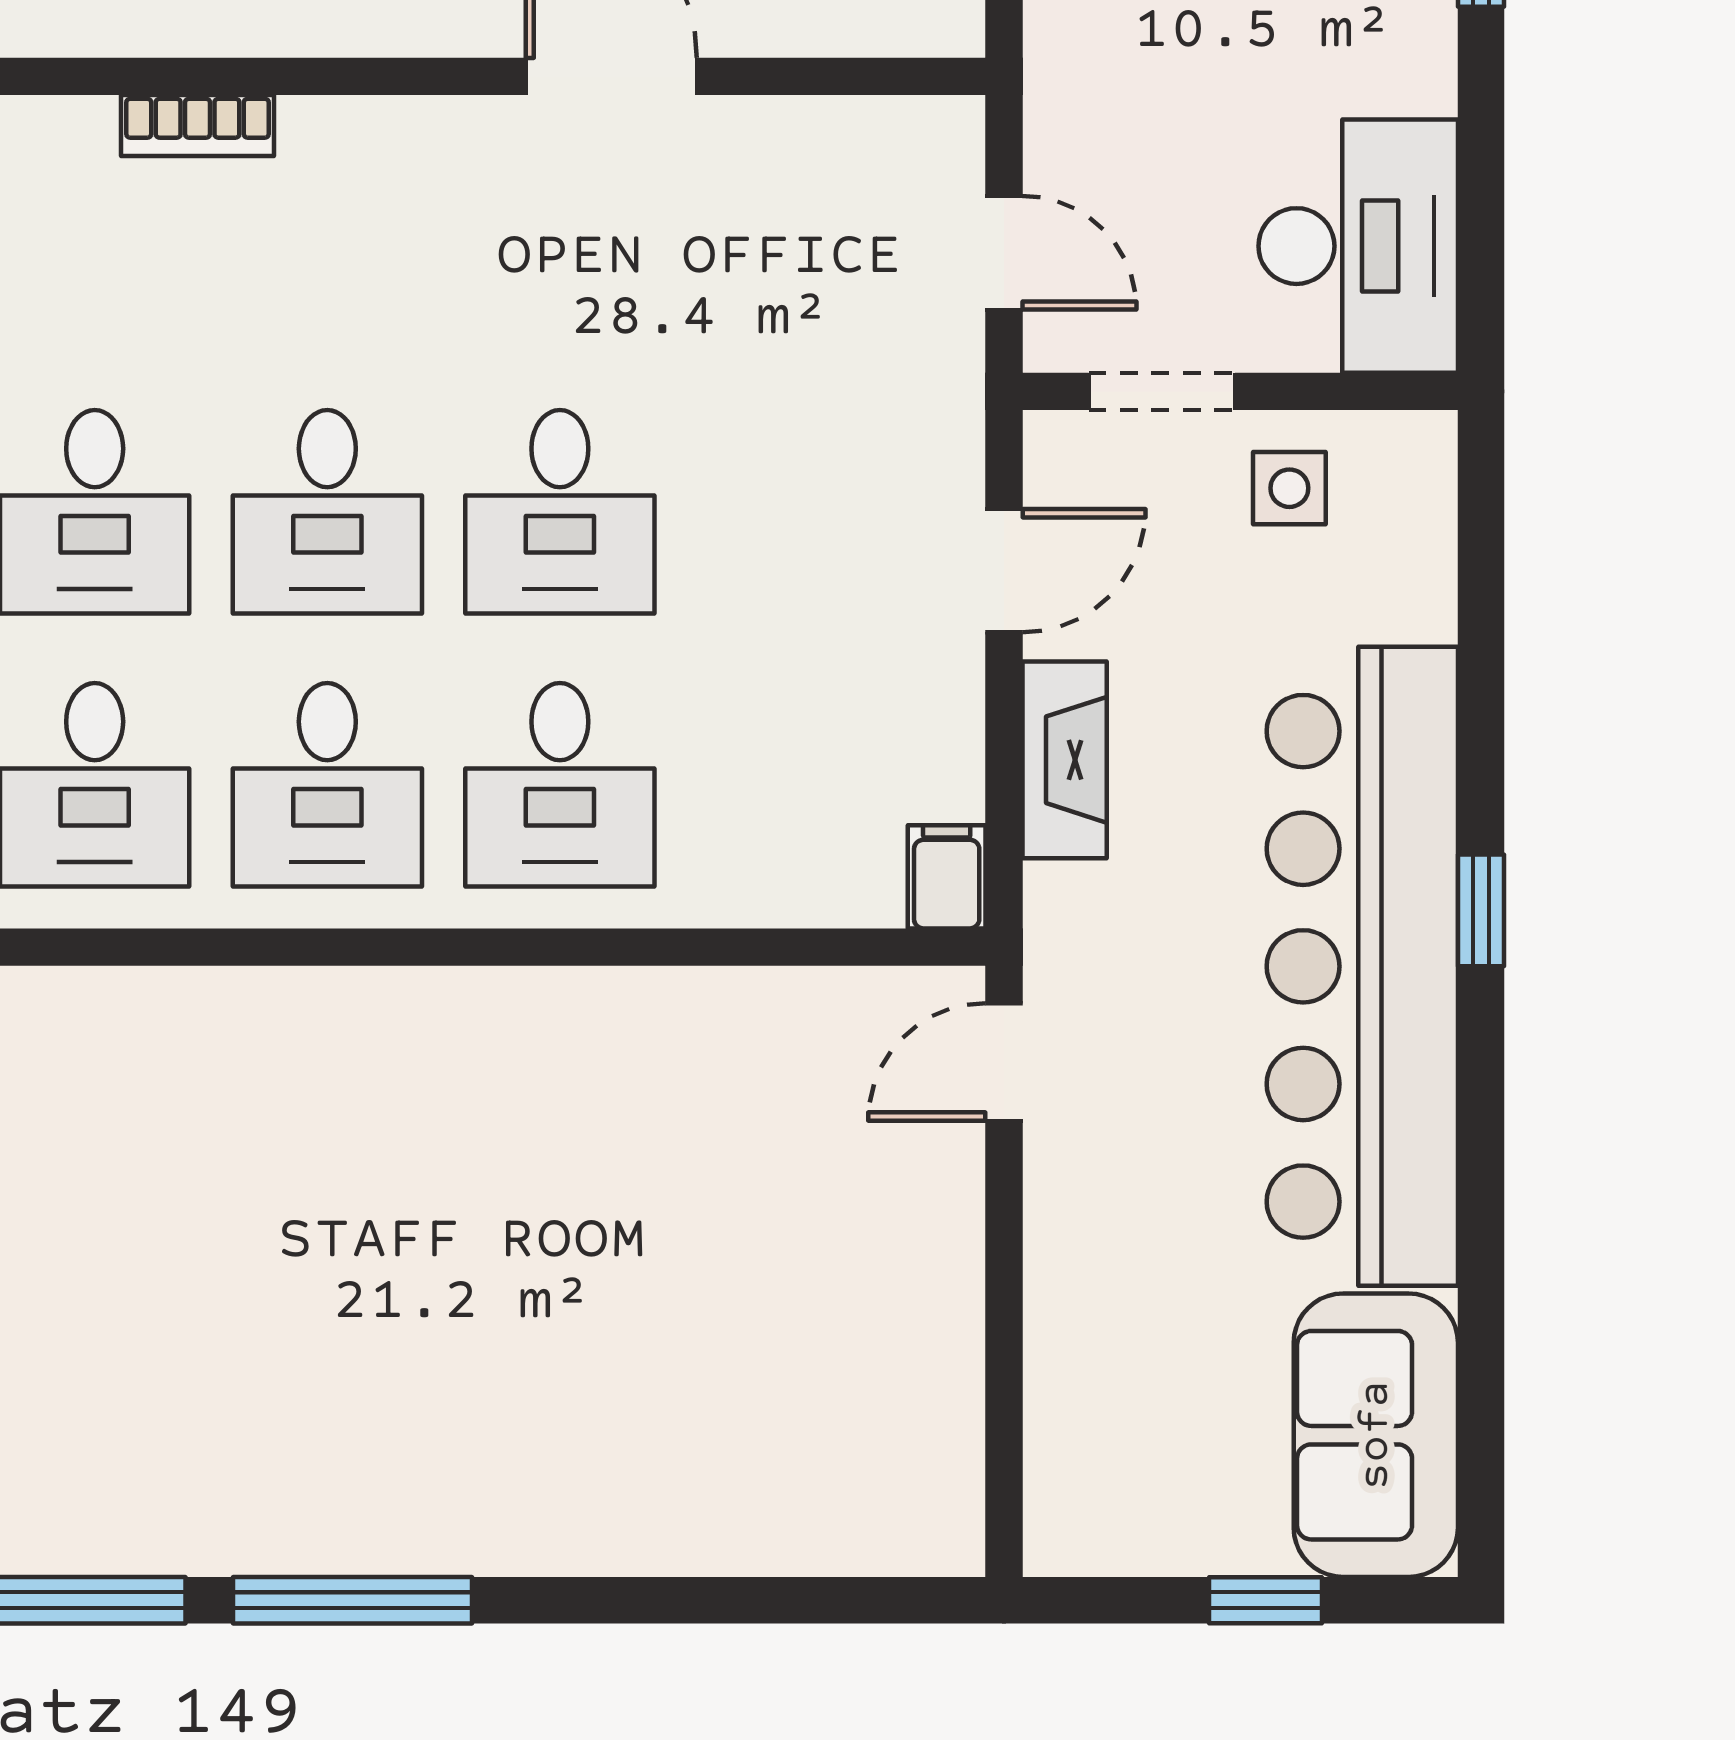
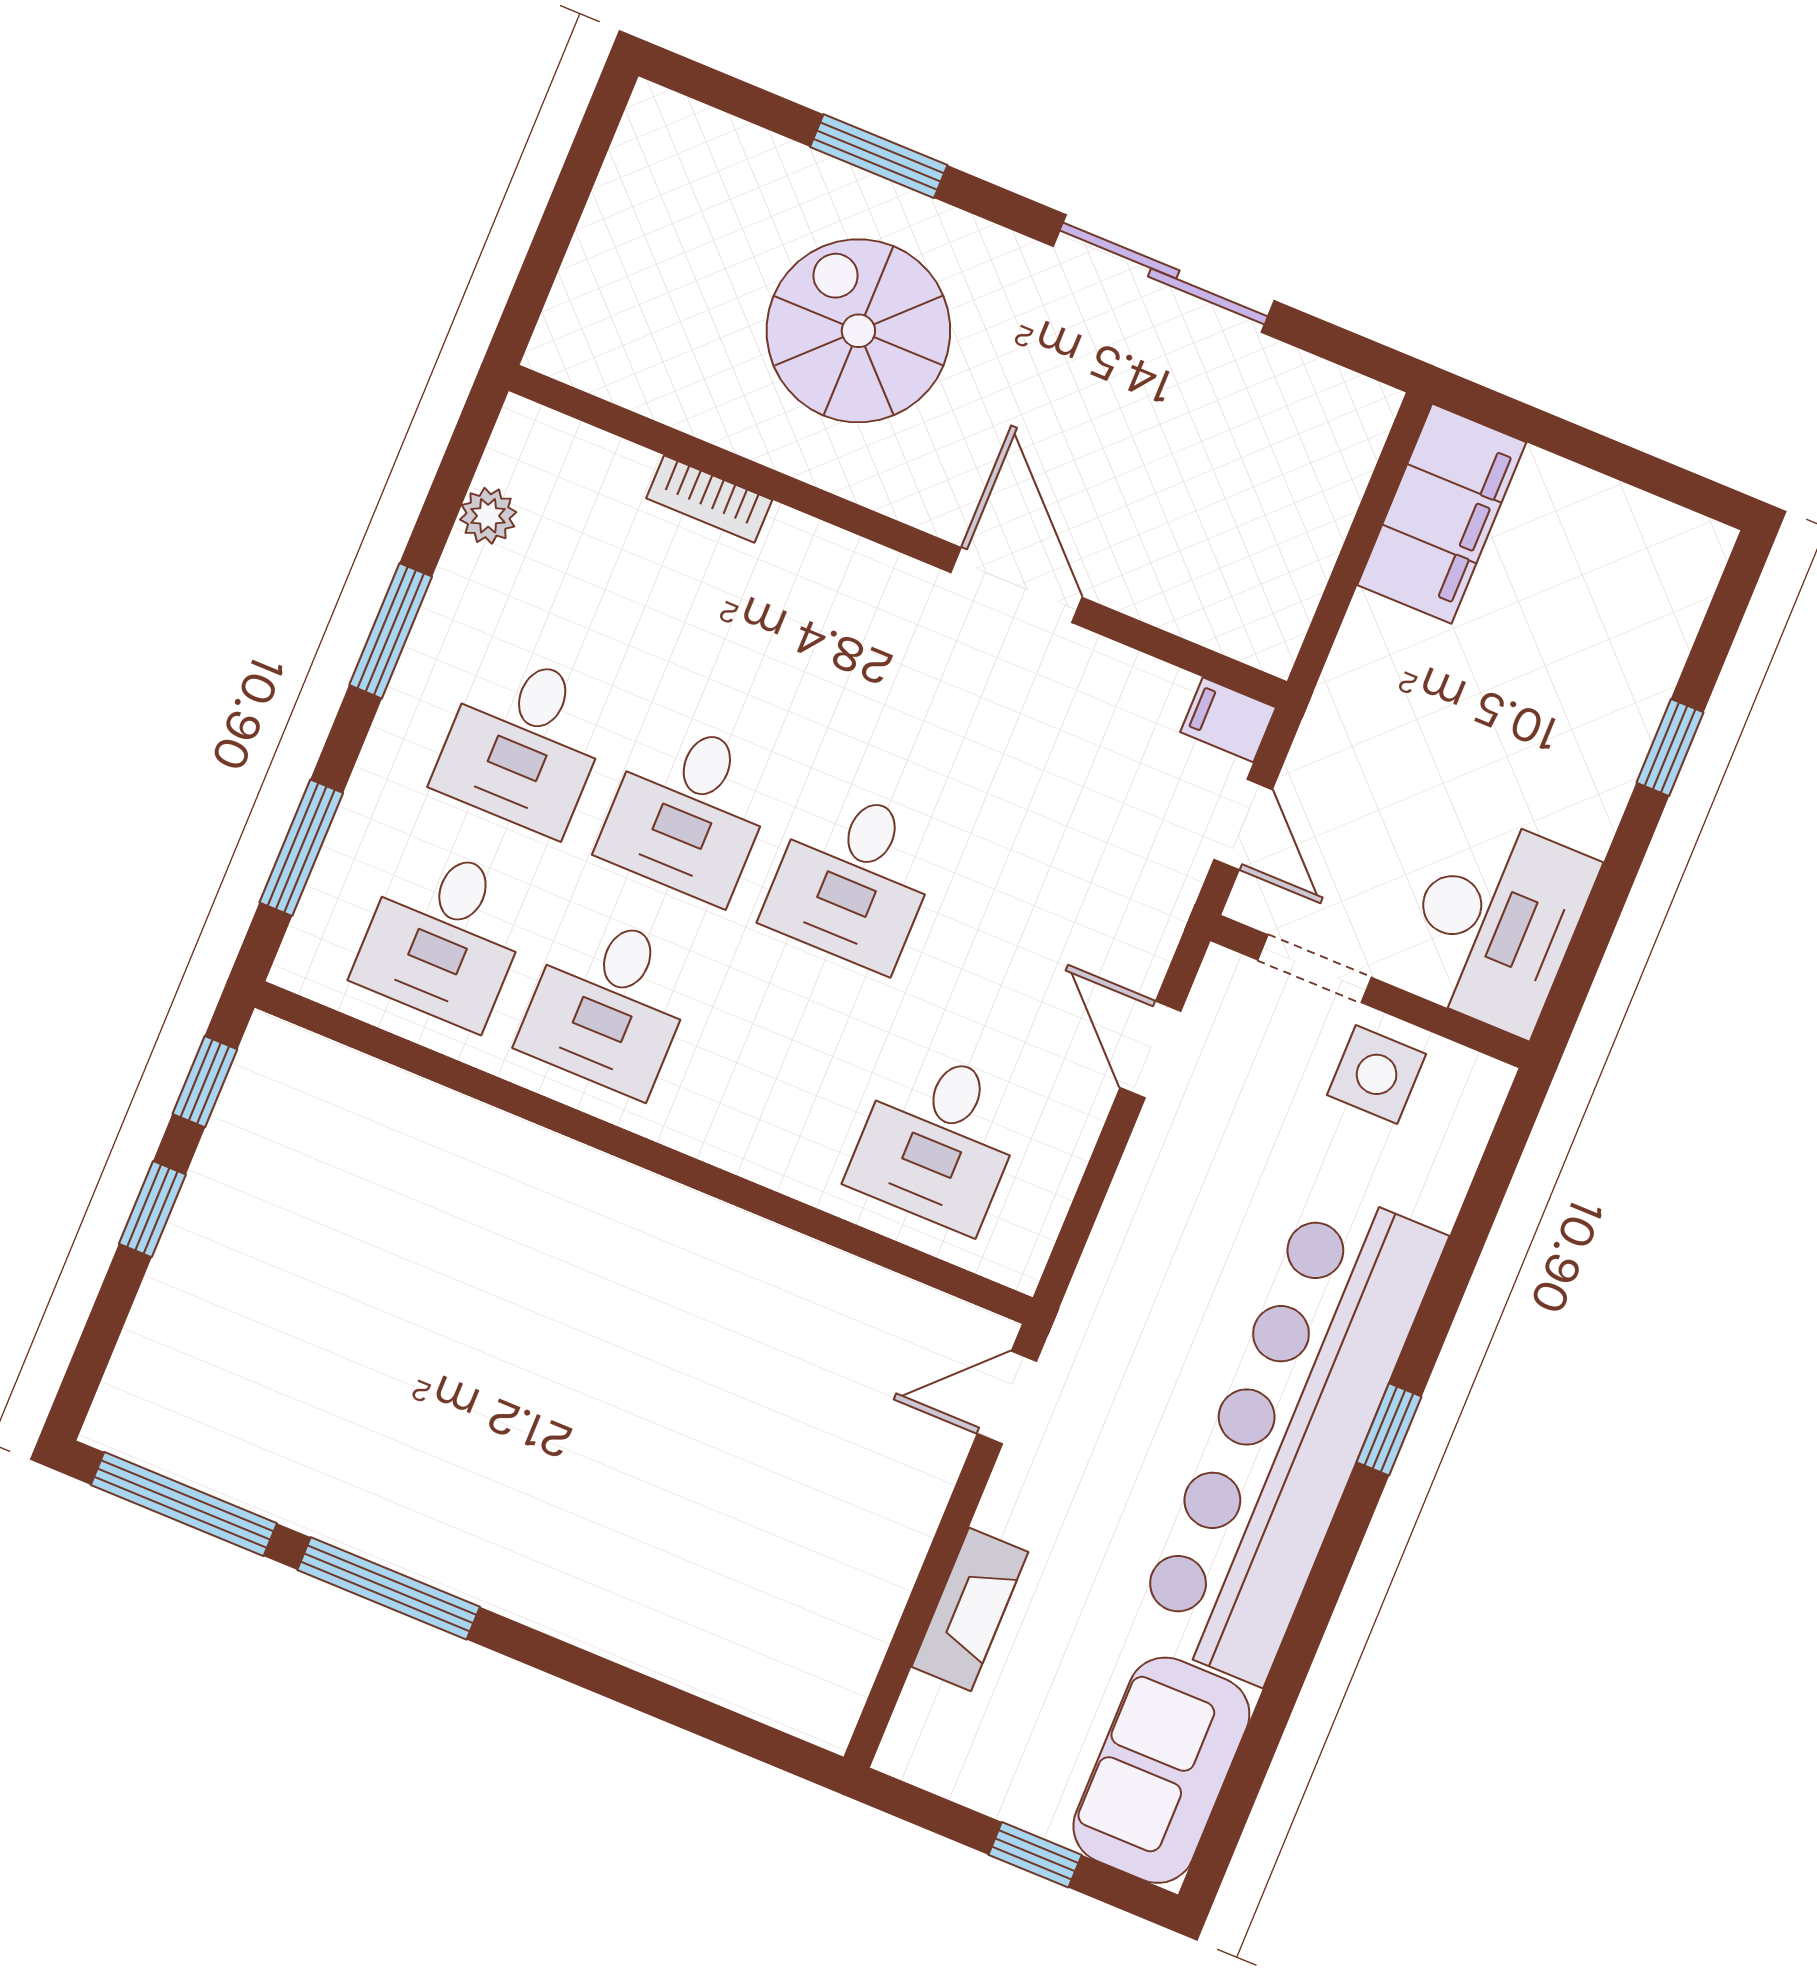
side table: (1289, 488) -> (1377, 1074), width x1.37, depth x1.37
door: (1004, 571) -> (1150, 1050), swing flipped
fireplace: (1065, 760) -> (970, 1609), moved
desk: (560, 785) -> (938, 1139), moved
filing cabinet: (947, 877) -> (1228, 720), moved, turned -90

